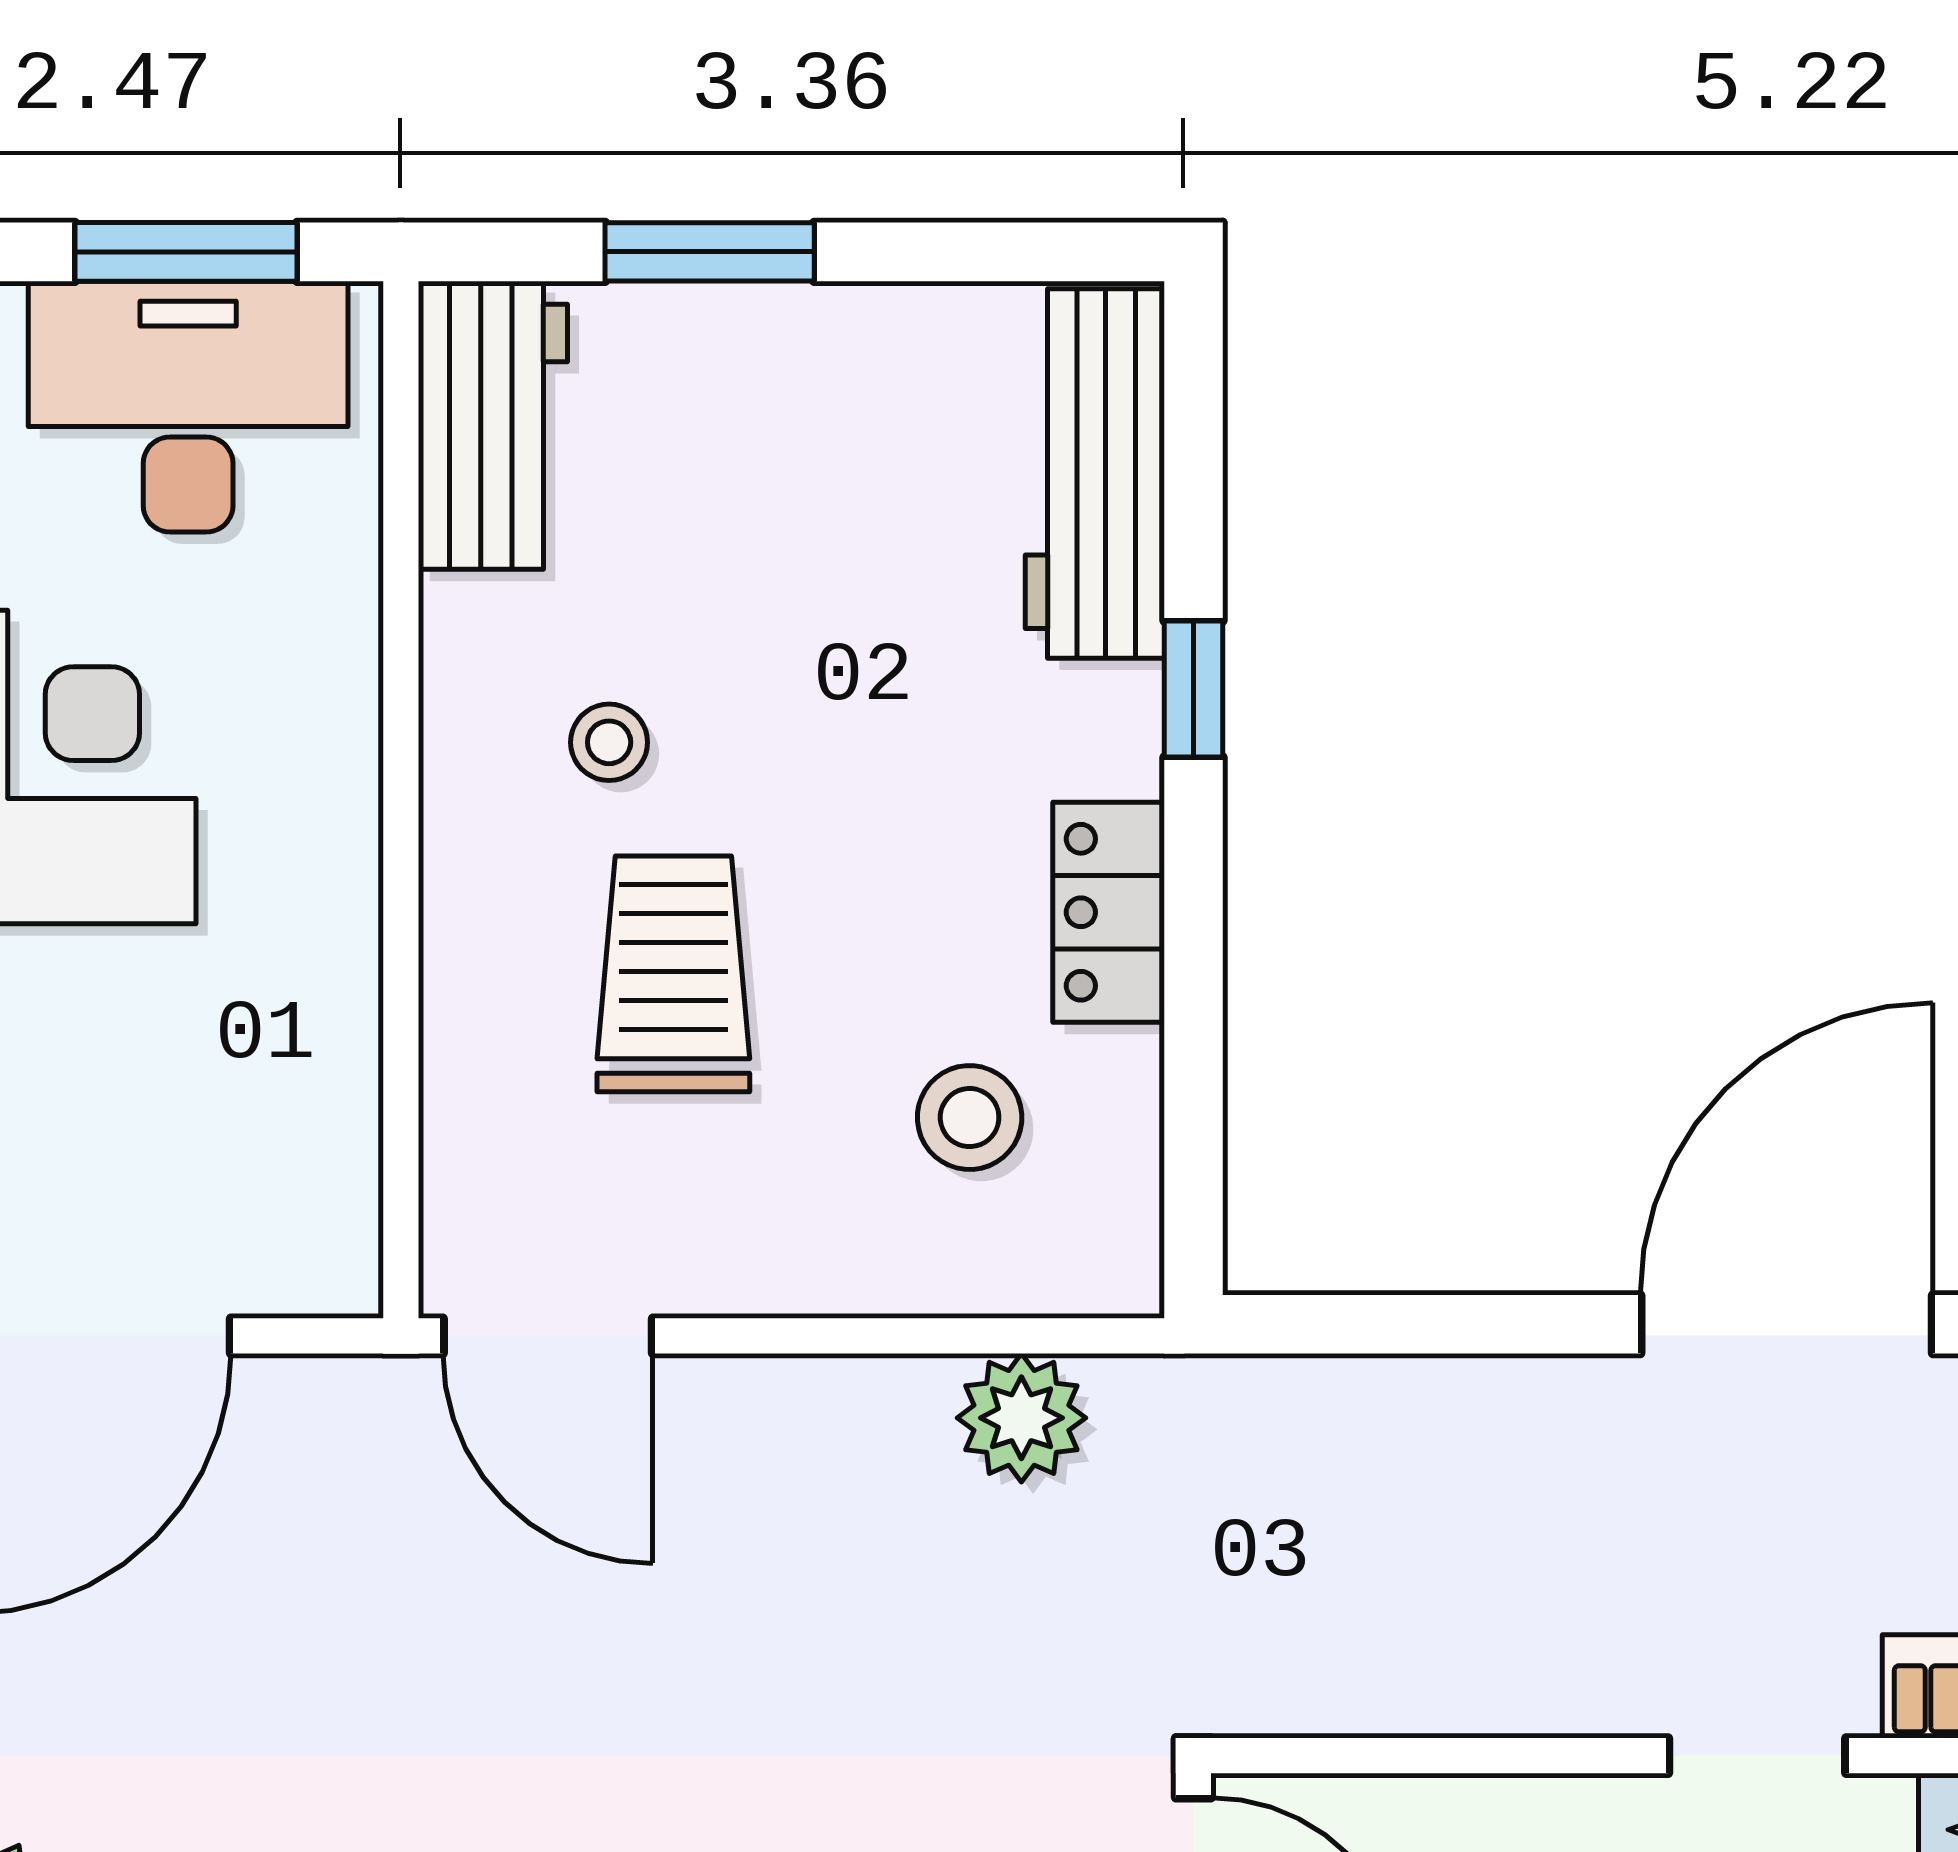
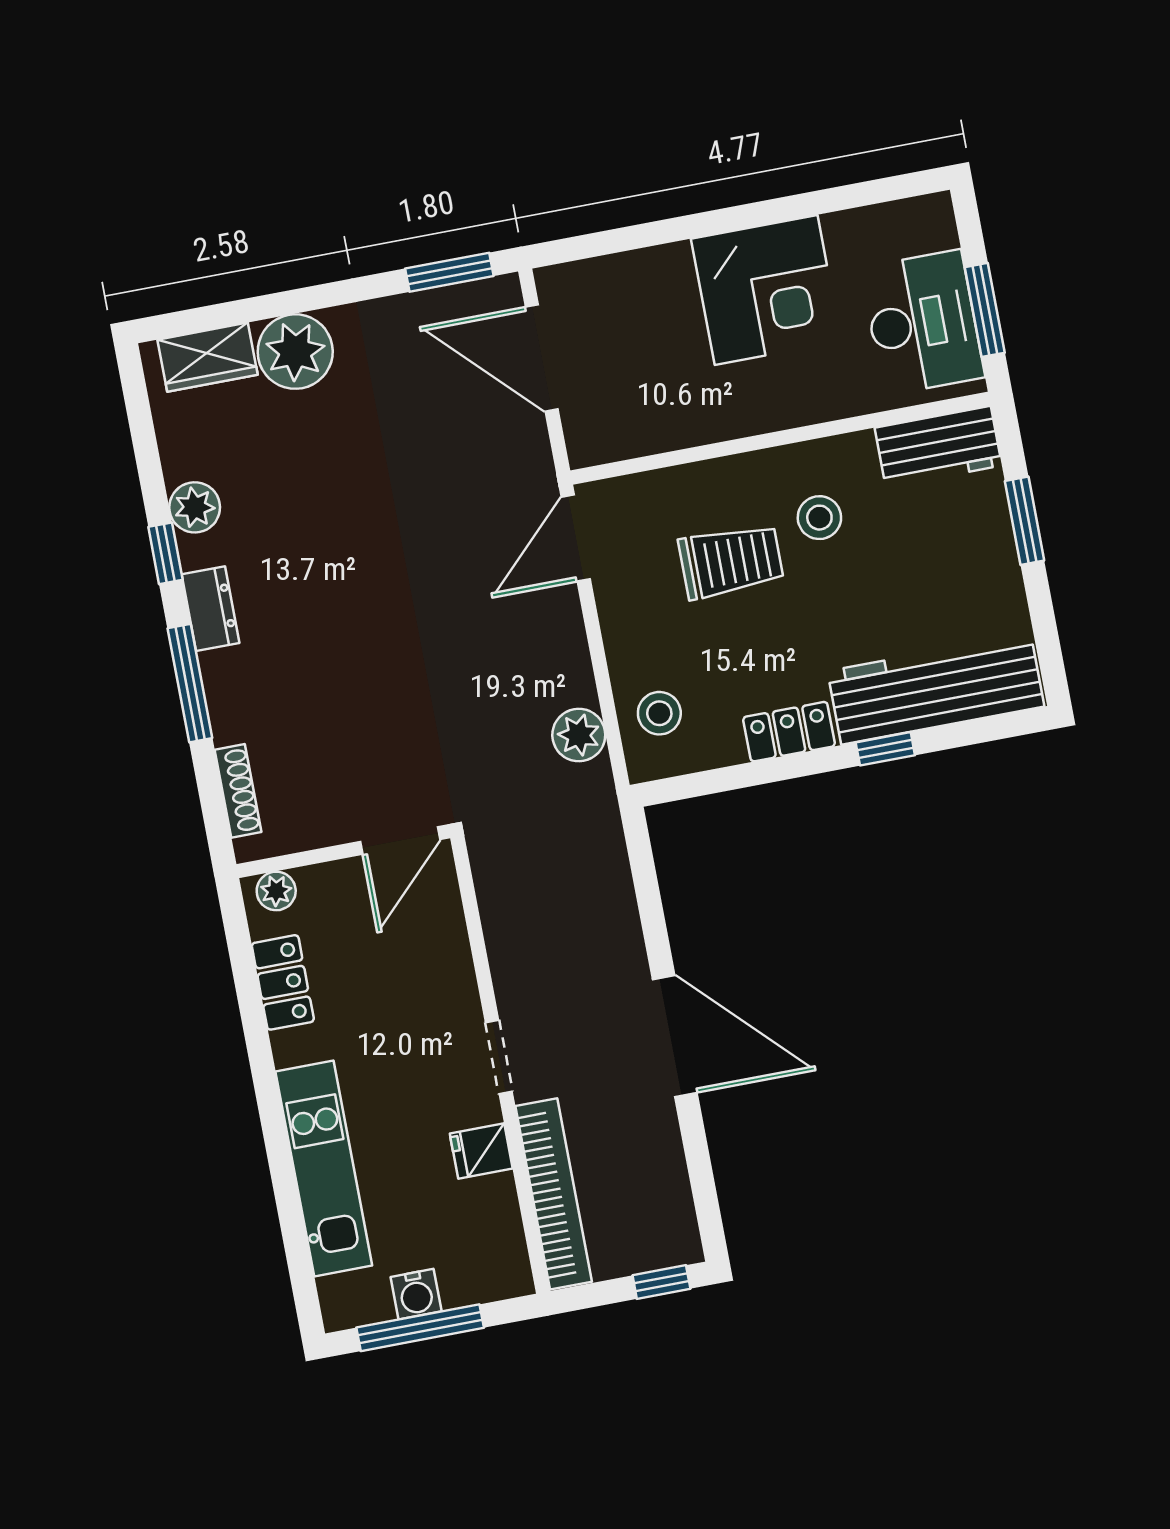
workbench: (1095, 473) -> (936, 689), width x1.36, depth x1.32
stool: (609, 742) -> (819, 518), width x1.37, depth x1.37
stool: (970, 1118) -> (659, 713), moved

